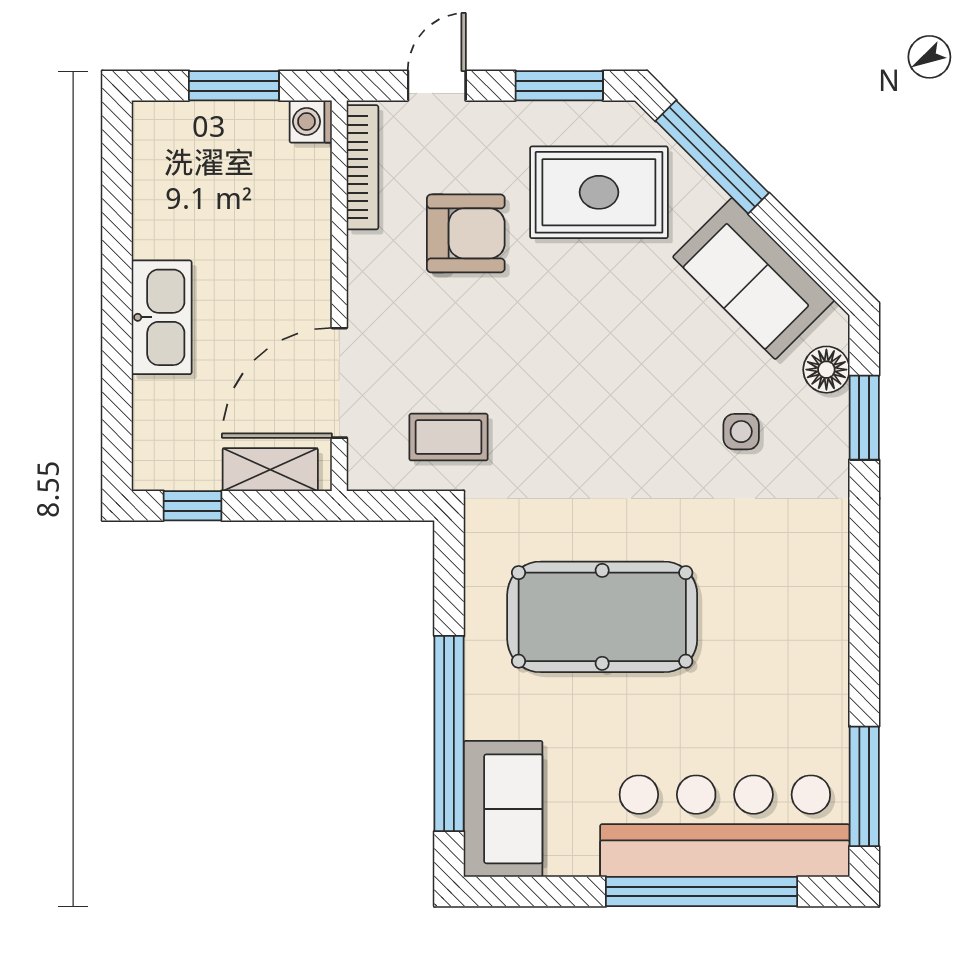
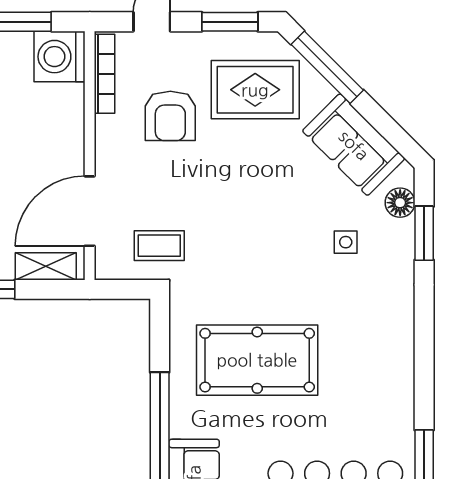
washing machine: (311, 122) -> (60, 57), width x1.89, depth x1.89
armchair: (466, 233) -> (170, 116), turned 90

